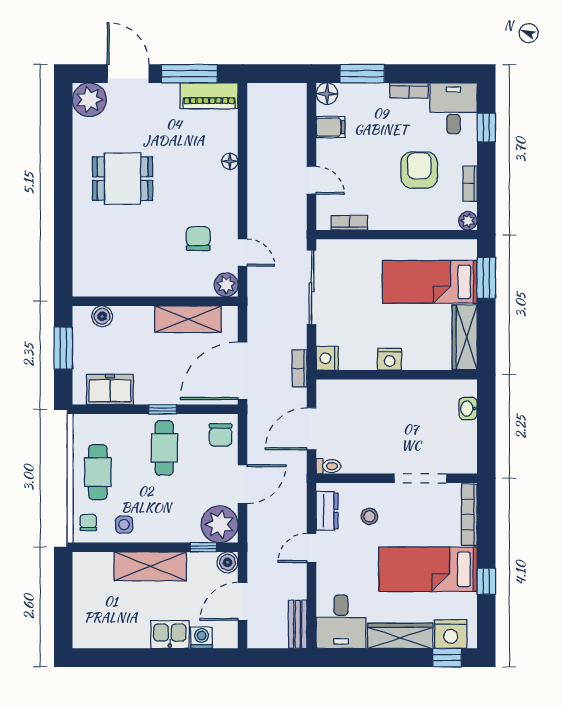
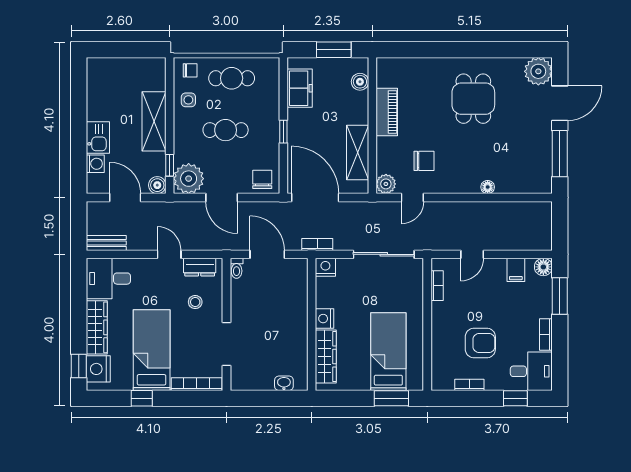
piano: (209, 96) -> (387, 112), moved, turned 180
plant: (468, 221) -> (439, 383), removed
wardrobe: (465, 337) -> (326, 356), moved, turned 90
chair: (221, 435) -> (262, 179), turned 90
cafe table: (164, 448) -> (226, 130), moved

